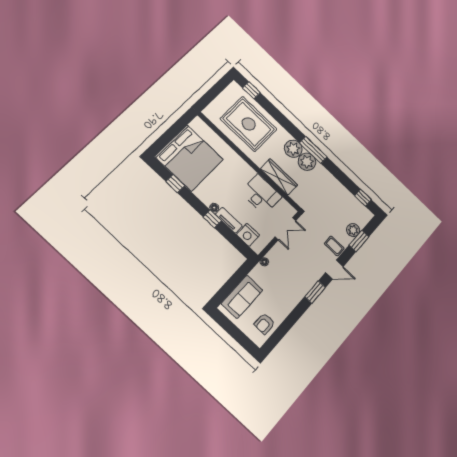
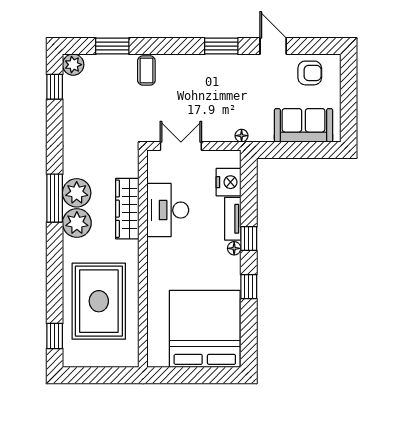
window: (175, 184) -> (249, 287), moved
plant: (353, 230) -> (73, 65), moved
door: (334, 270) -> (273, 46), moved

